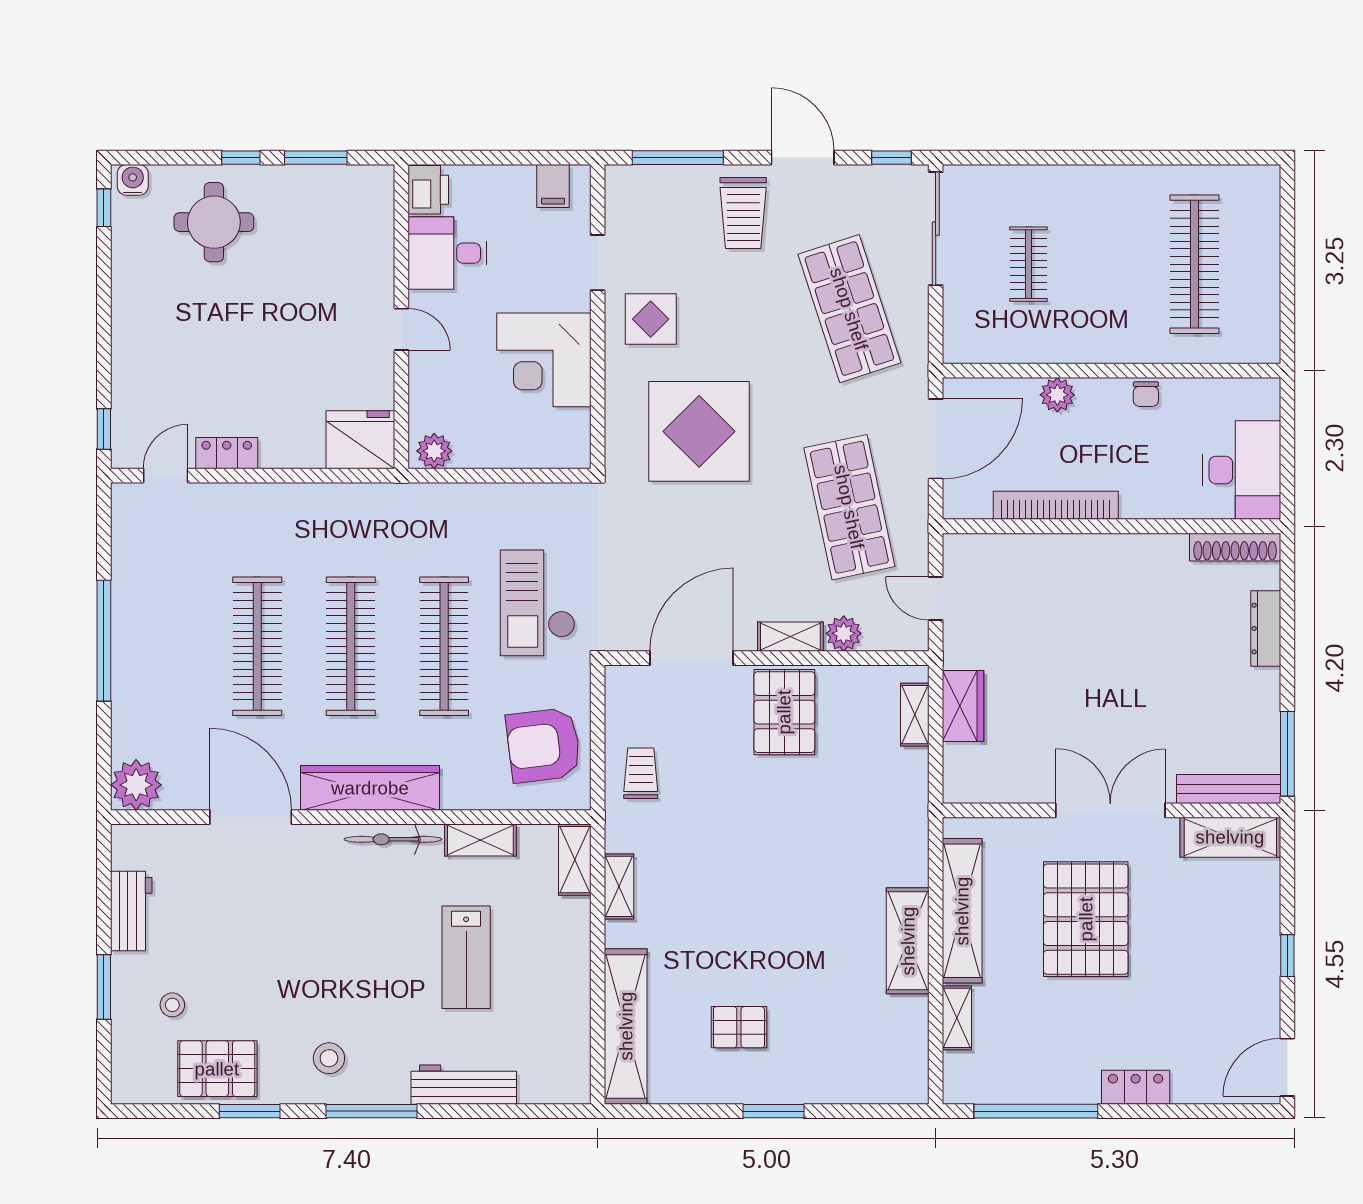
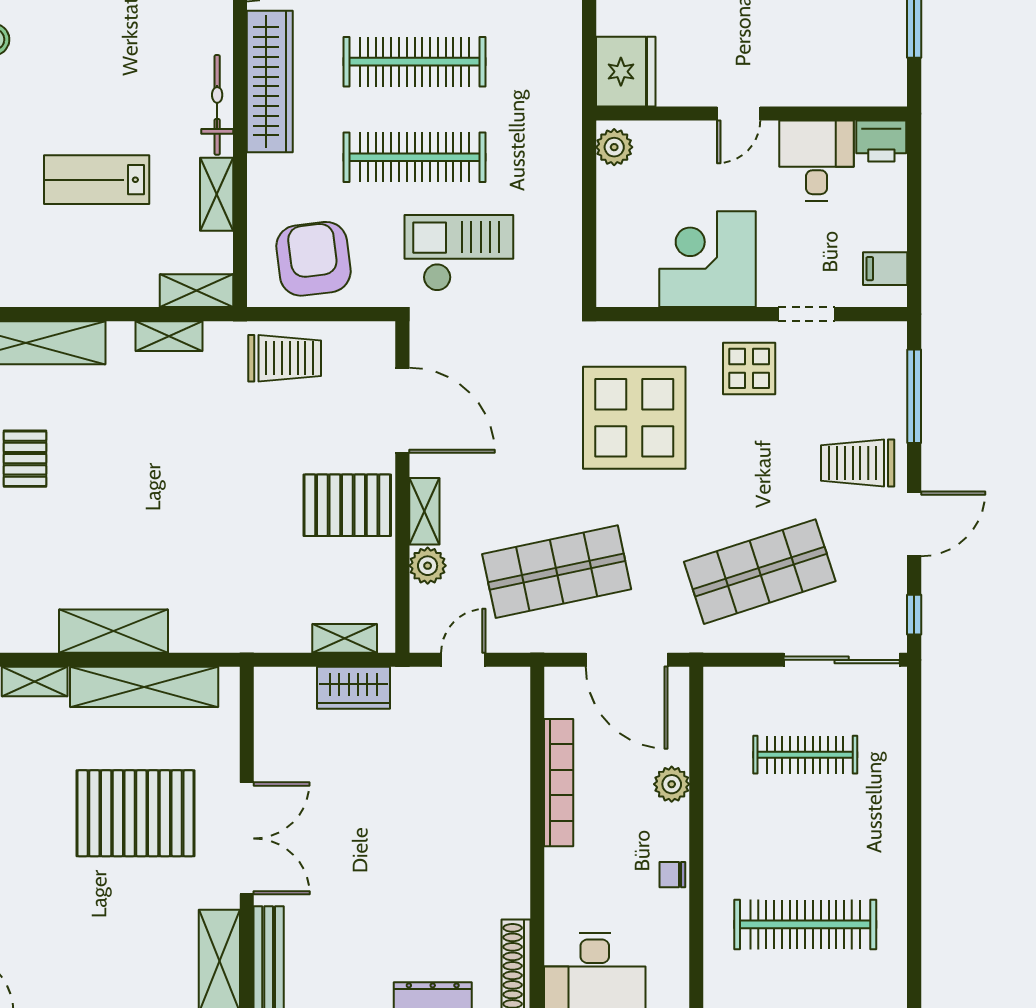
clothes rail: (1028, 264) -> (805, 755), width x1.36
trolley: (641, 773) -> (285, 358), width x1.36, depth x1.39

